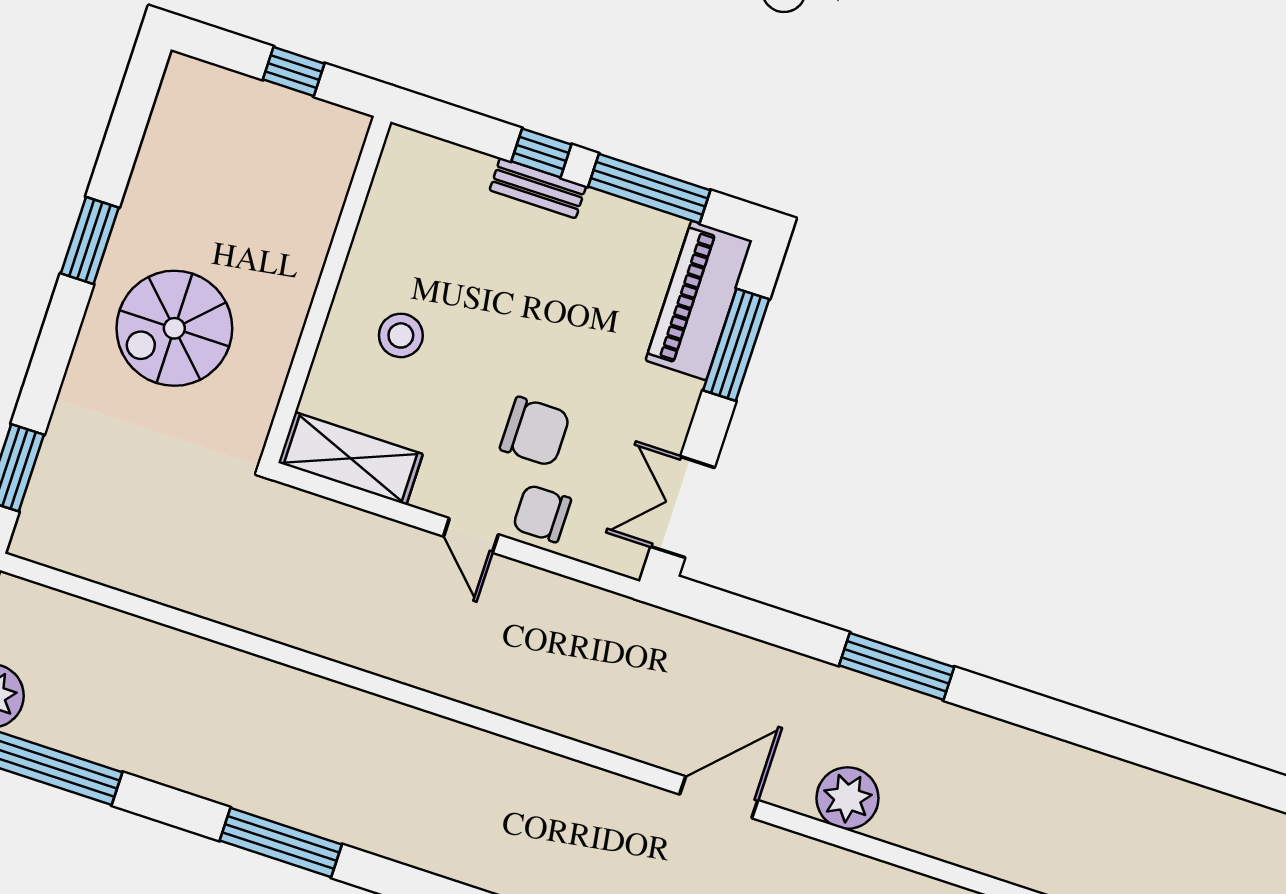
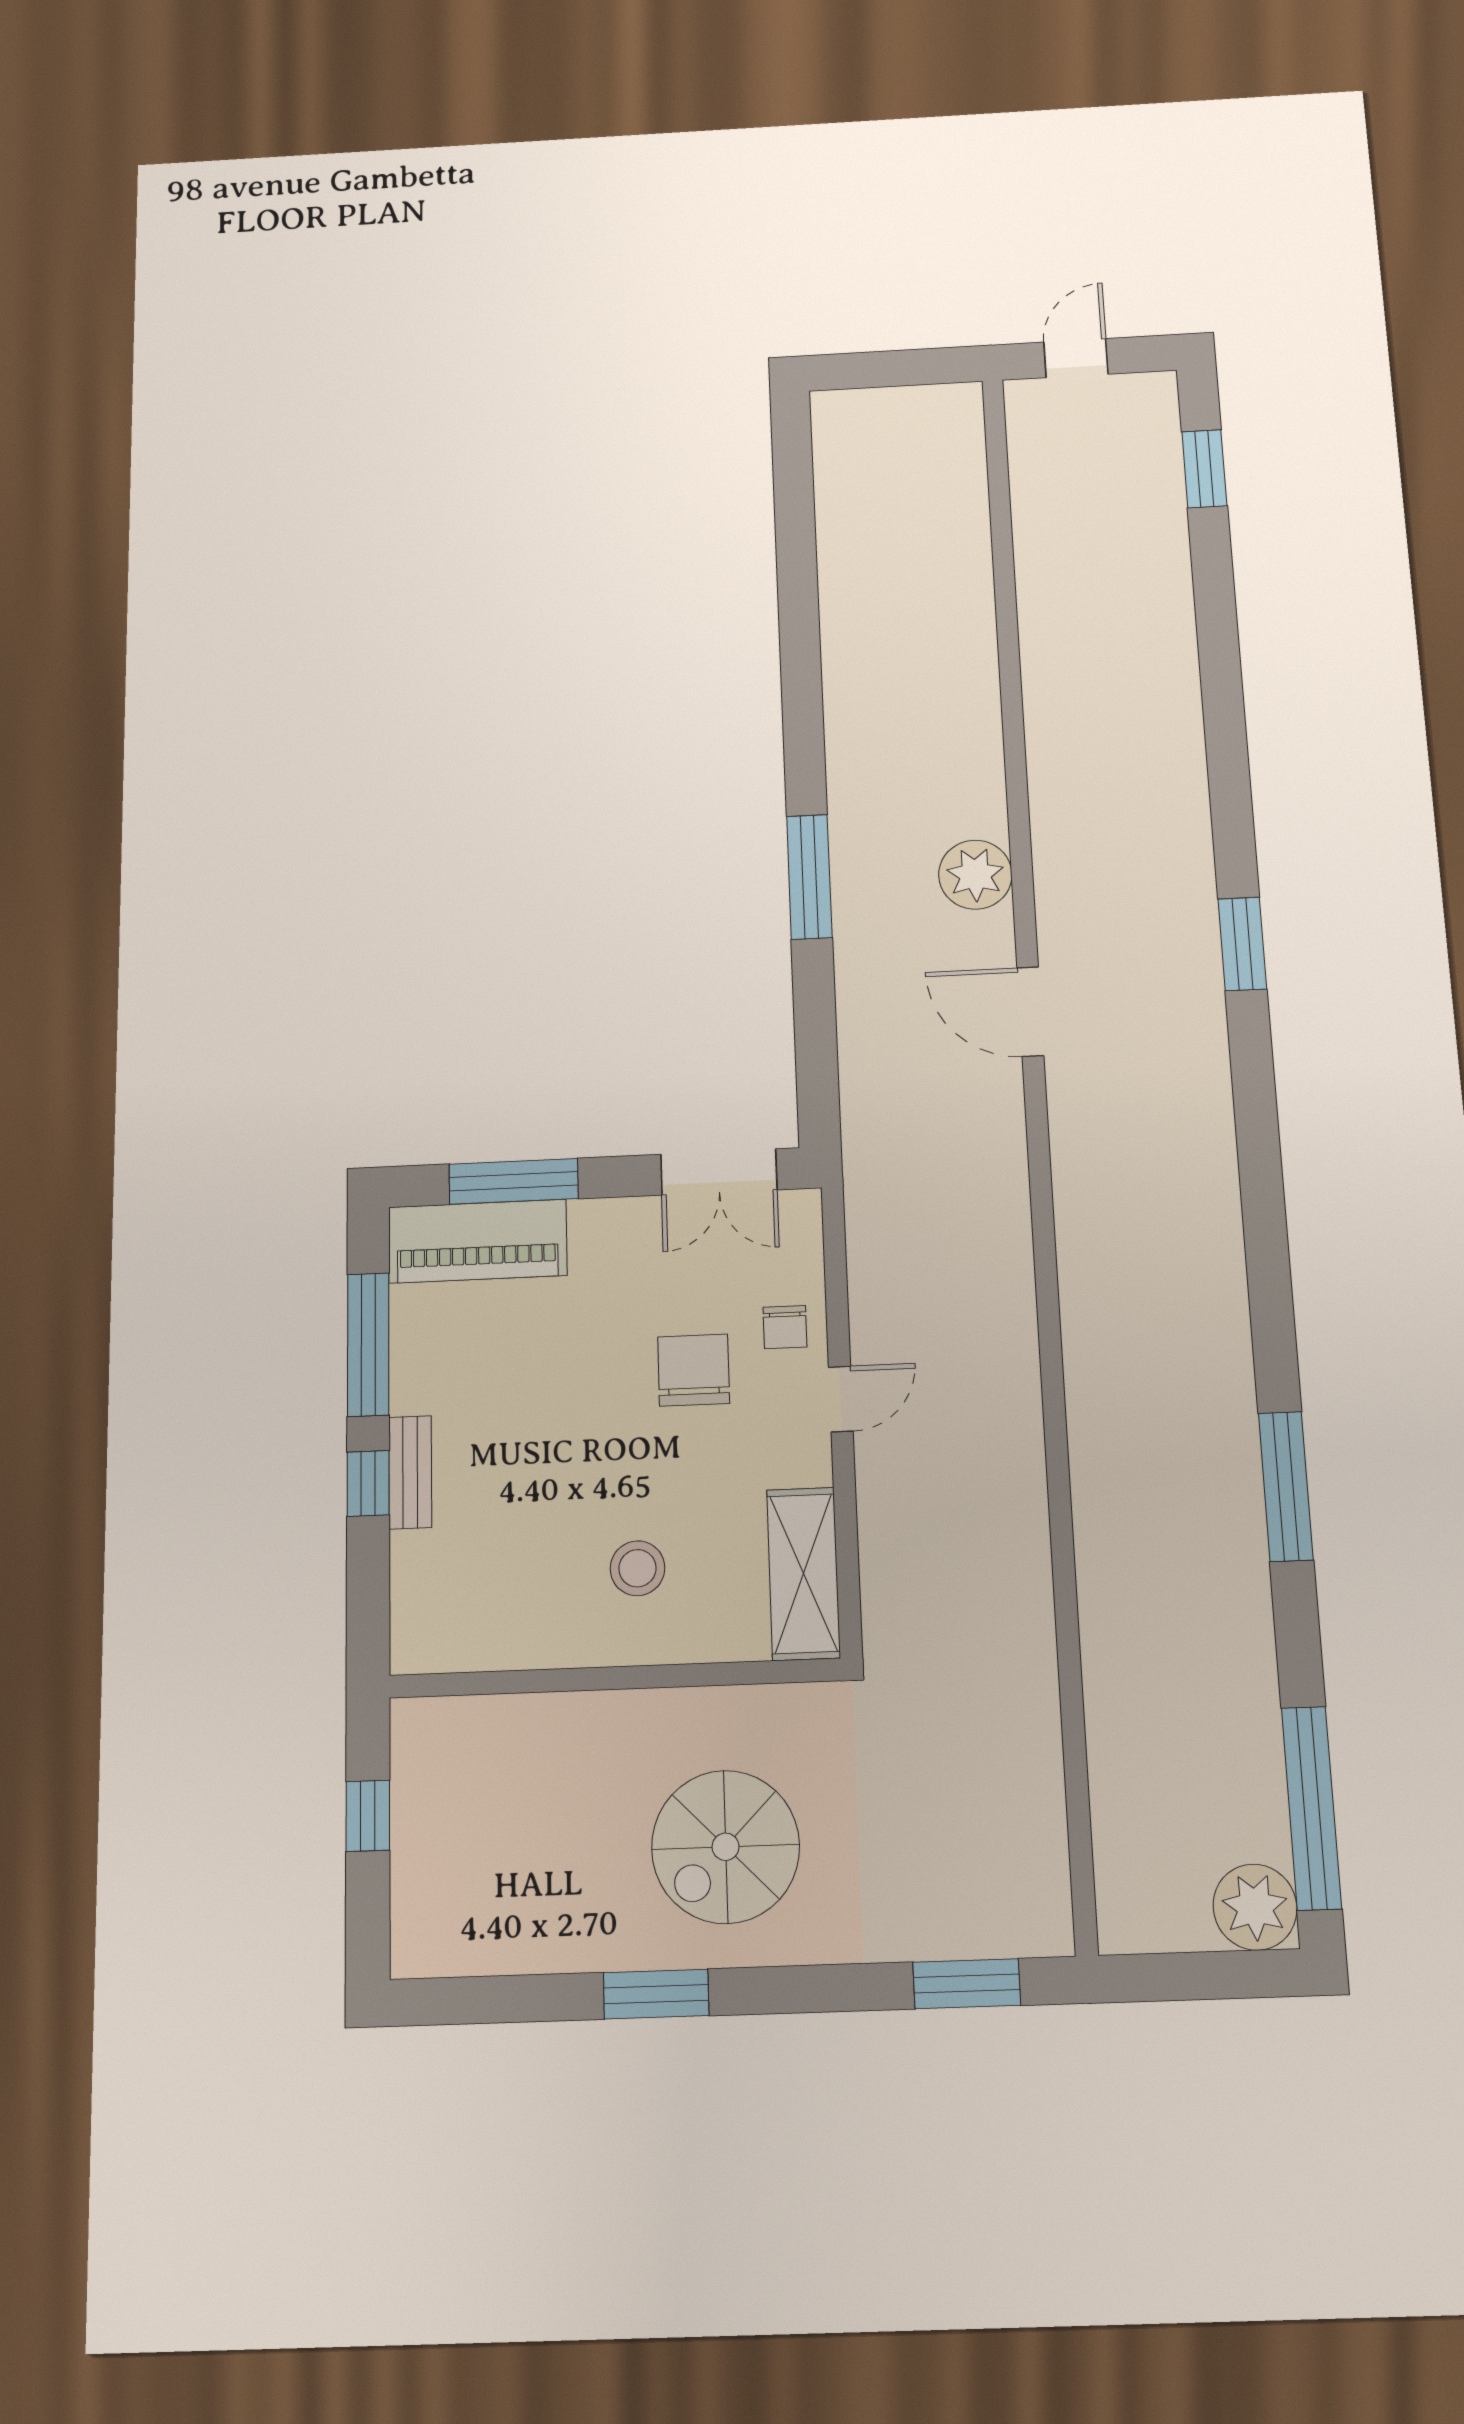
spiral stairs: (174, 328) -> (726, 1847), turned 90
chair: (542, 513) -> (785, 1327), width x0.73, depth x0.73

